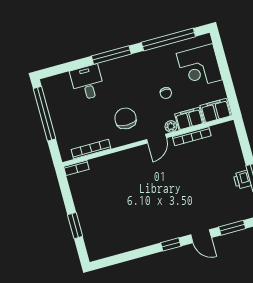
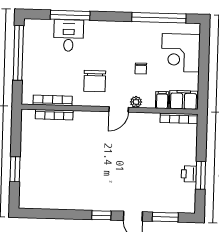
window: (111, 55) -> (70, 15), moved
chair: (125, 118) -> (95, 81), turned 180
filing cabinet: (189, 119) -> (162, 100), width x0.50
bookcase: (192, 136) -> (179, 118), moved
bookcase: (76, 168) -> (54, 115), moved, width x1.56

